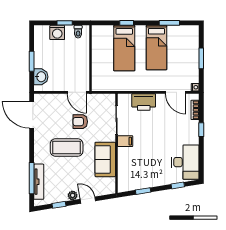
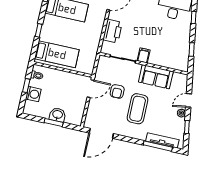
bed: (124, 48) -> (57, 54), moved
washbasin: (41, 77) -> (58, 115), moved

